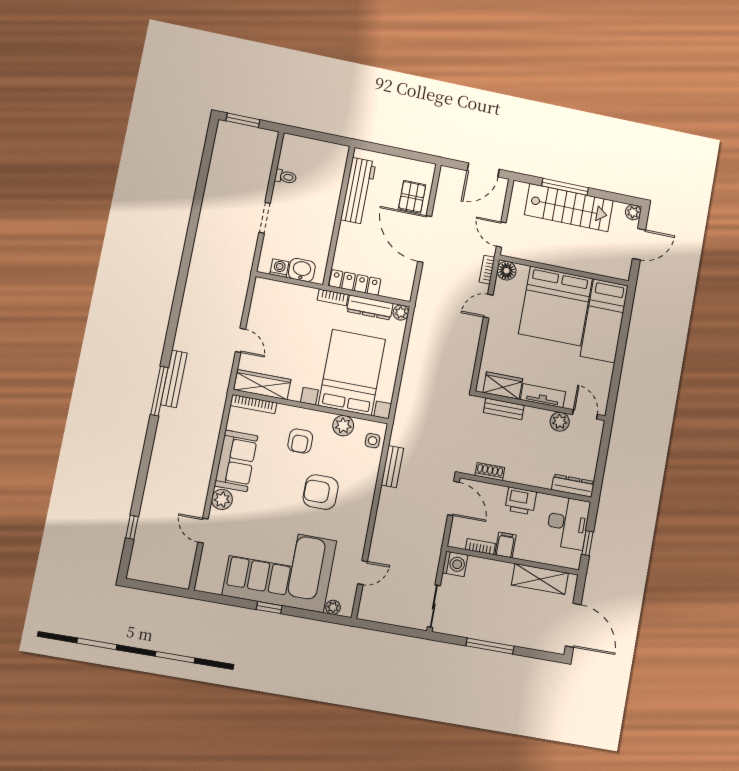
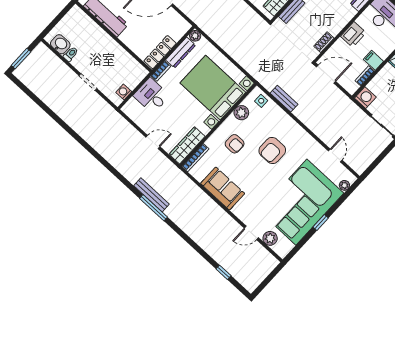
washbasin: (302, 270) -> (60, 44), moved, turned 90
desk: (296, 304) -> (152, 96), added
plant: (222, 499) -> (270, 238), moved

